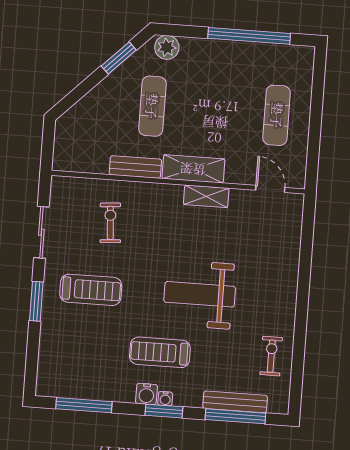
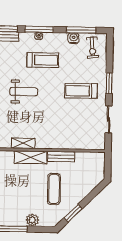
plant: (167, 47) -> (32, 220), moved
exercise bike: (110, 223) -> (92, 48), moved
weight bench: (200, 294) -> (24, 92), width x0.73, depth x0.75
water cooler: (146, 394) -> (74, 38), moved
window: (164, 411) -> (39, 29), width x1.44

